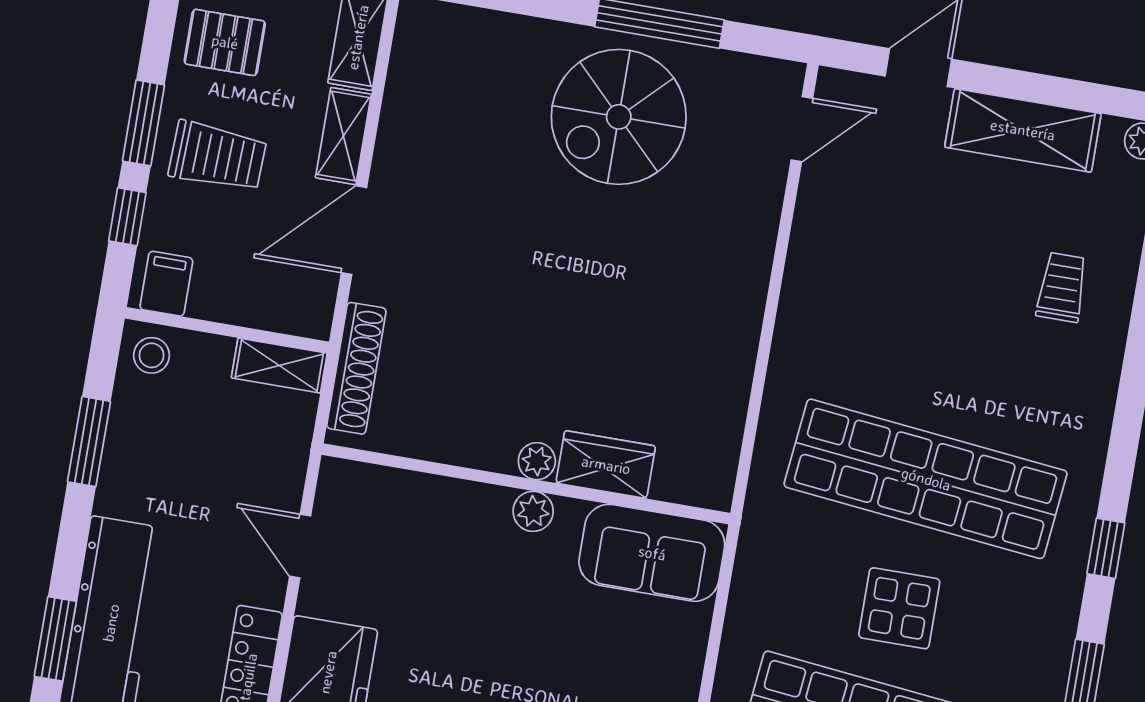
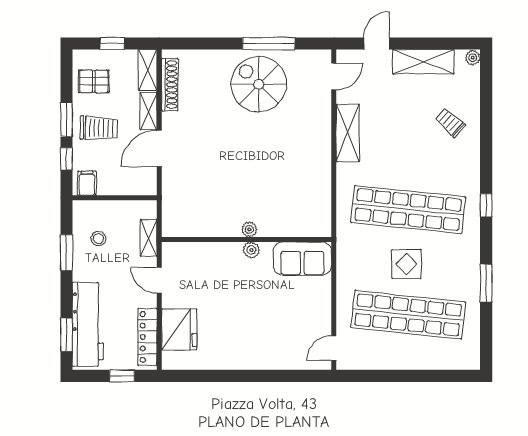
spiral stairs: (619, 117) -> (259, 84), turned 90
shelving: (812, 270) -> (348, 133), added
trolley: (1062, 287) -> (450, 123), turned -48
stool: (151, 355) -> (98, 239), moved
shelving: (279, 365) -> (149, 238), moved, turned 90
shoe rack: (356, 368) -> (170, 85), moved
wardrobe: (606, 465) -> (278, 226), removed
window: (1106, 548) -> (486, 205), moved

